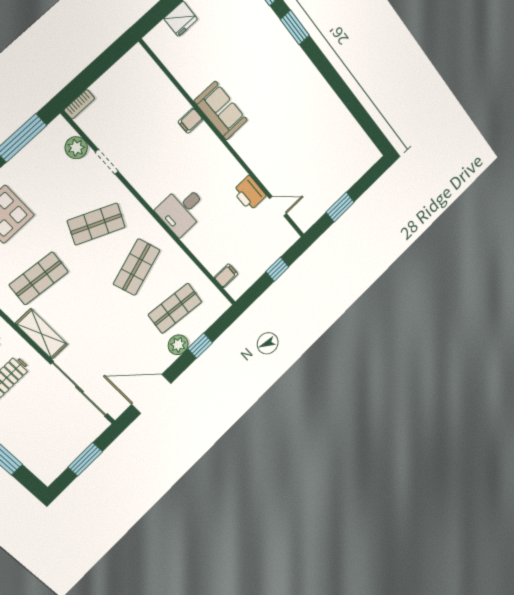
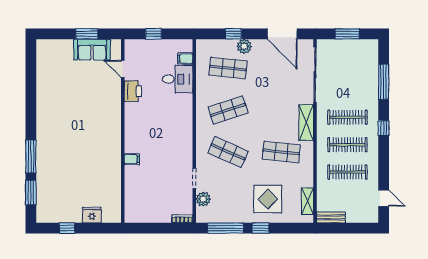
window: (295, 27) -> (31, 157), width x1.44
sofa: (221, 111) -> (92, 50), moved, turned -90
desk: (182, 210) -> (178, 79), moved

